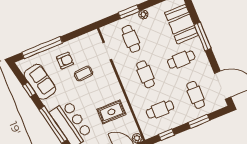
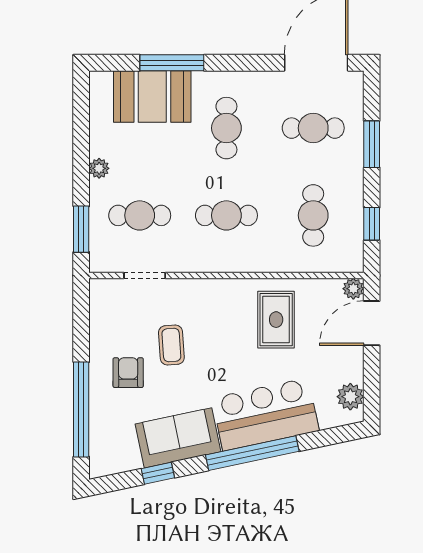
window: (129, 12) -> (81, 229), moved
window: (203, 36) -> (172, 63), moved
sofa: (40, 82) -> (178, 438), moved

